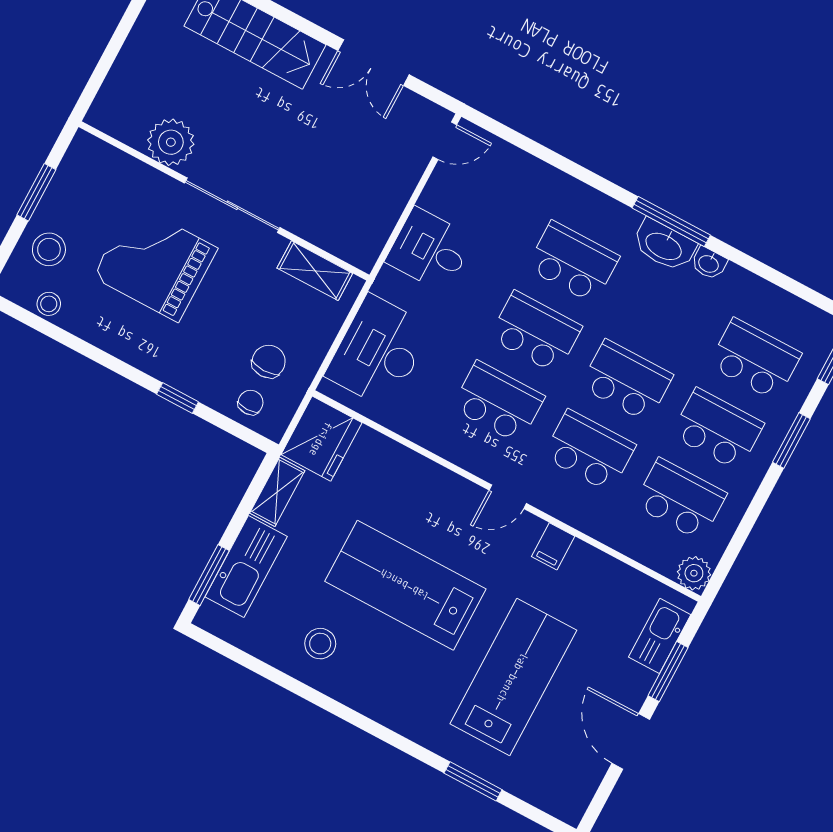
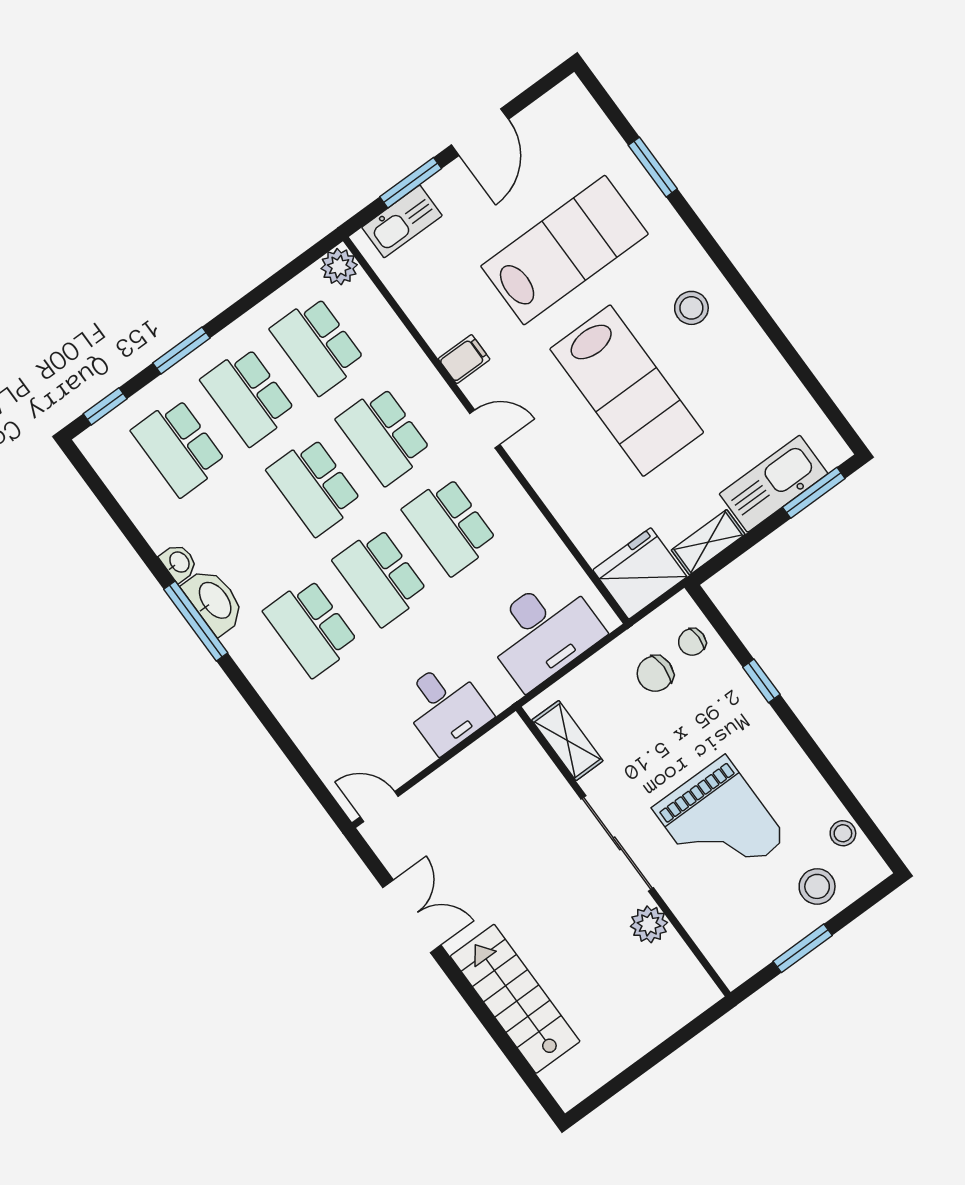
plant: (171, 142) -> (649, 924), width x0.73, depth x0.73
stool: (320, 644) -> (691, 308), moved
lab bench: (513, 677) -> (564, 250), turned 180

